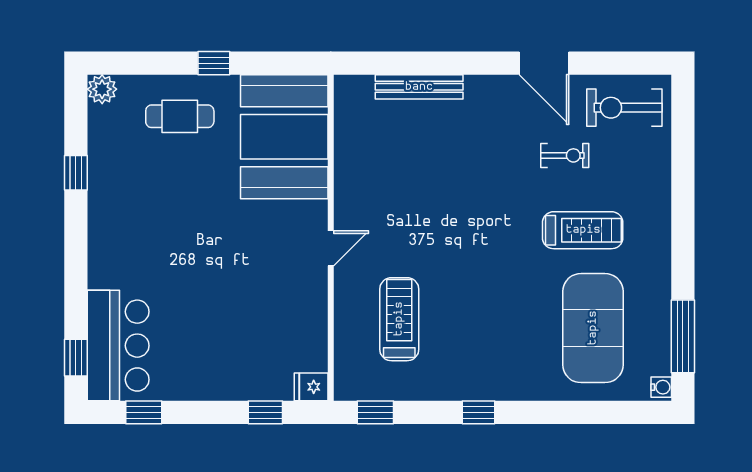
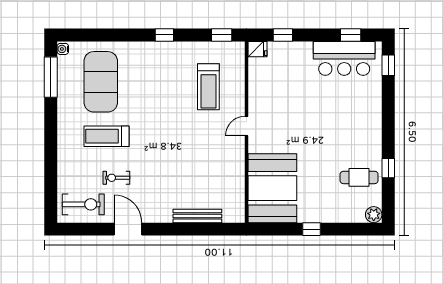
cafe table: (180, 116) -> (359, 177), moved
bar counter: (118, 346) -> (344, 58), moved, turned -90

